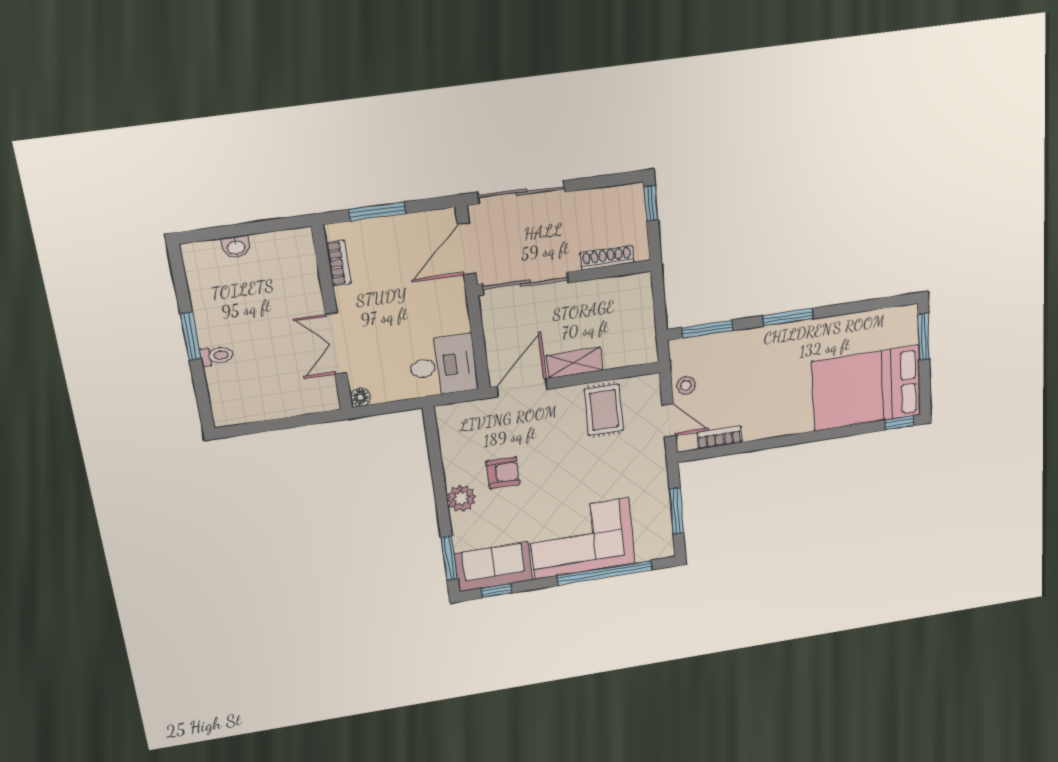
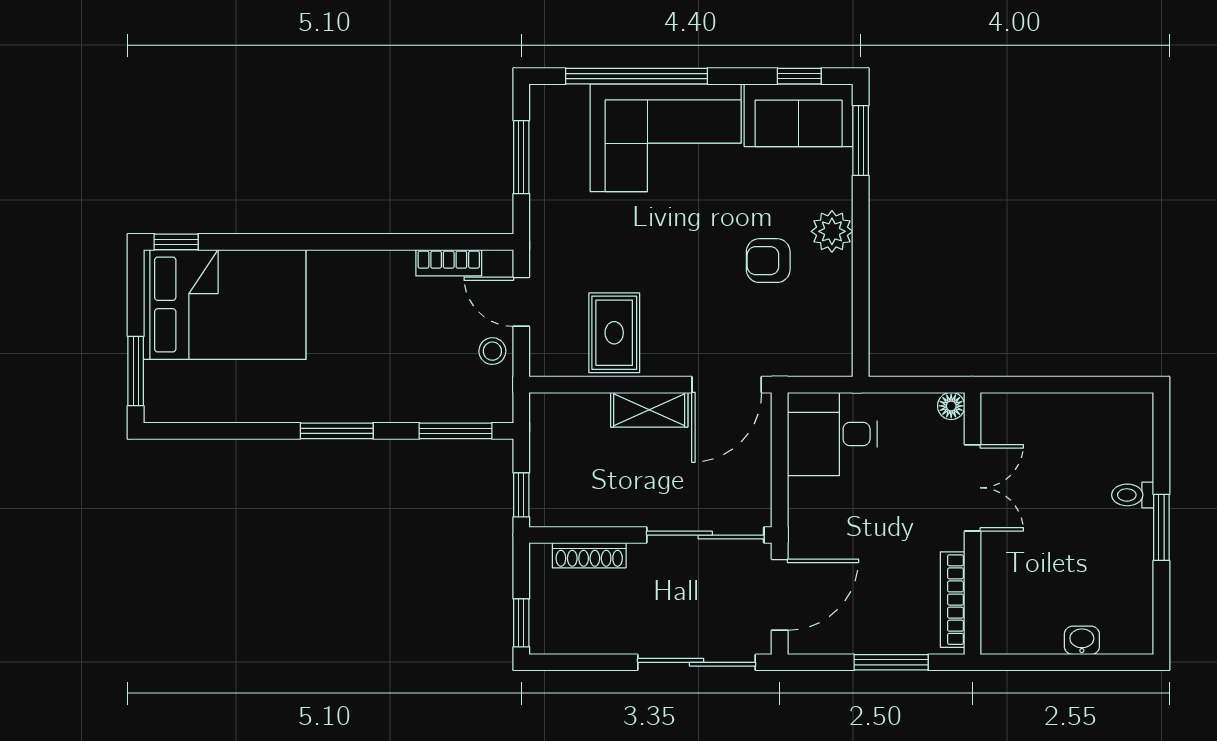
bookcase: (338, 263) -> (953, 600), width x1.56
window: (658, 292) -> (521, 495), added

